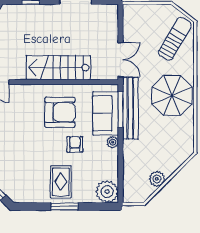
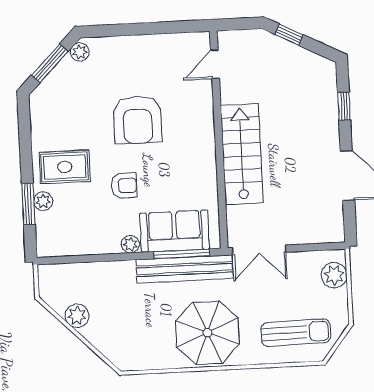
plant: (139, 12) -> (334, 275), added
sun lounger: (175, 39) -> (296, 333), turned -31
armchair: (60, 112) -> (138, 120), moved
plant: (107, 192) -> (43, 201), moved, width x0.53, depth x0.53
window: (65, 206) -> (28, 204), moved

